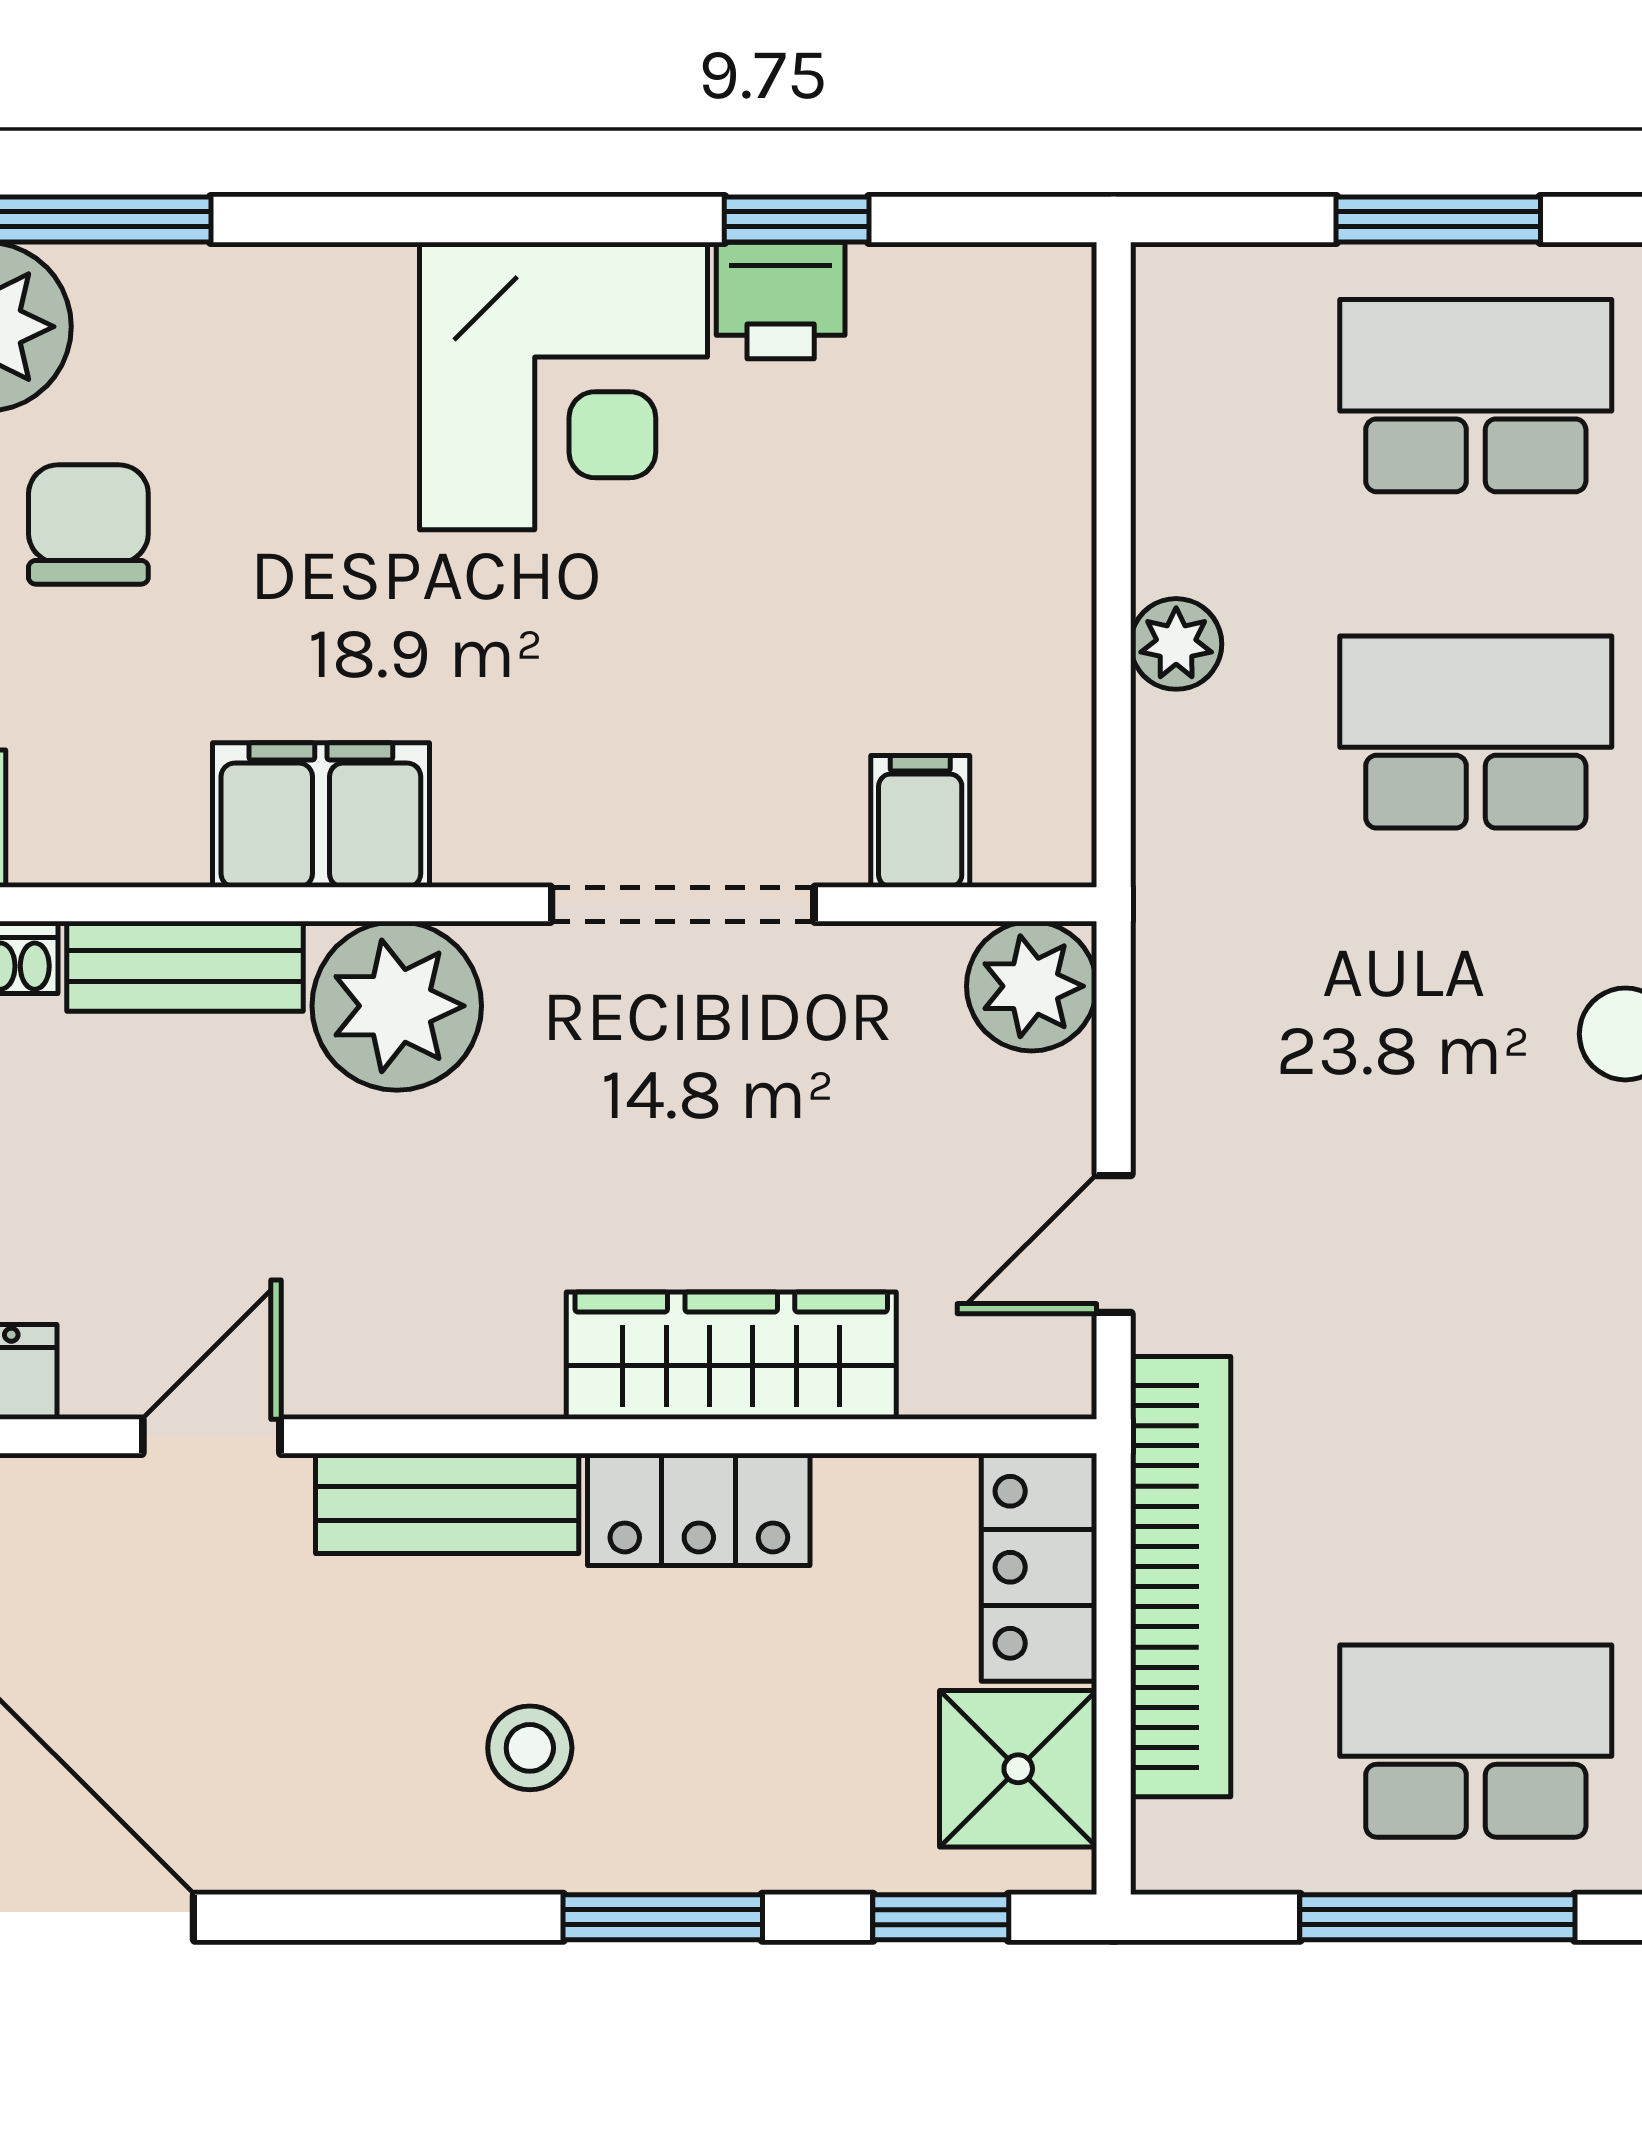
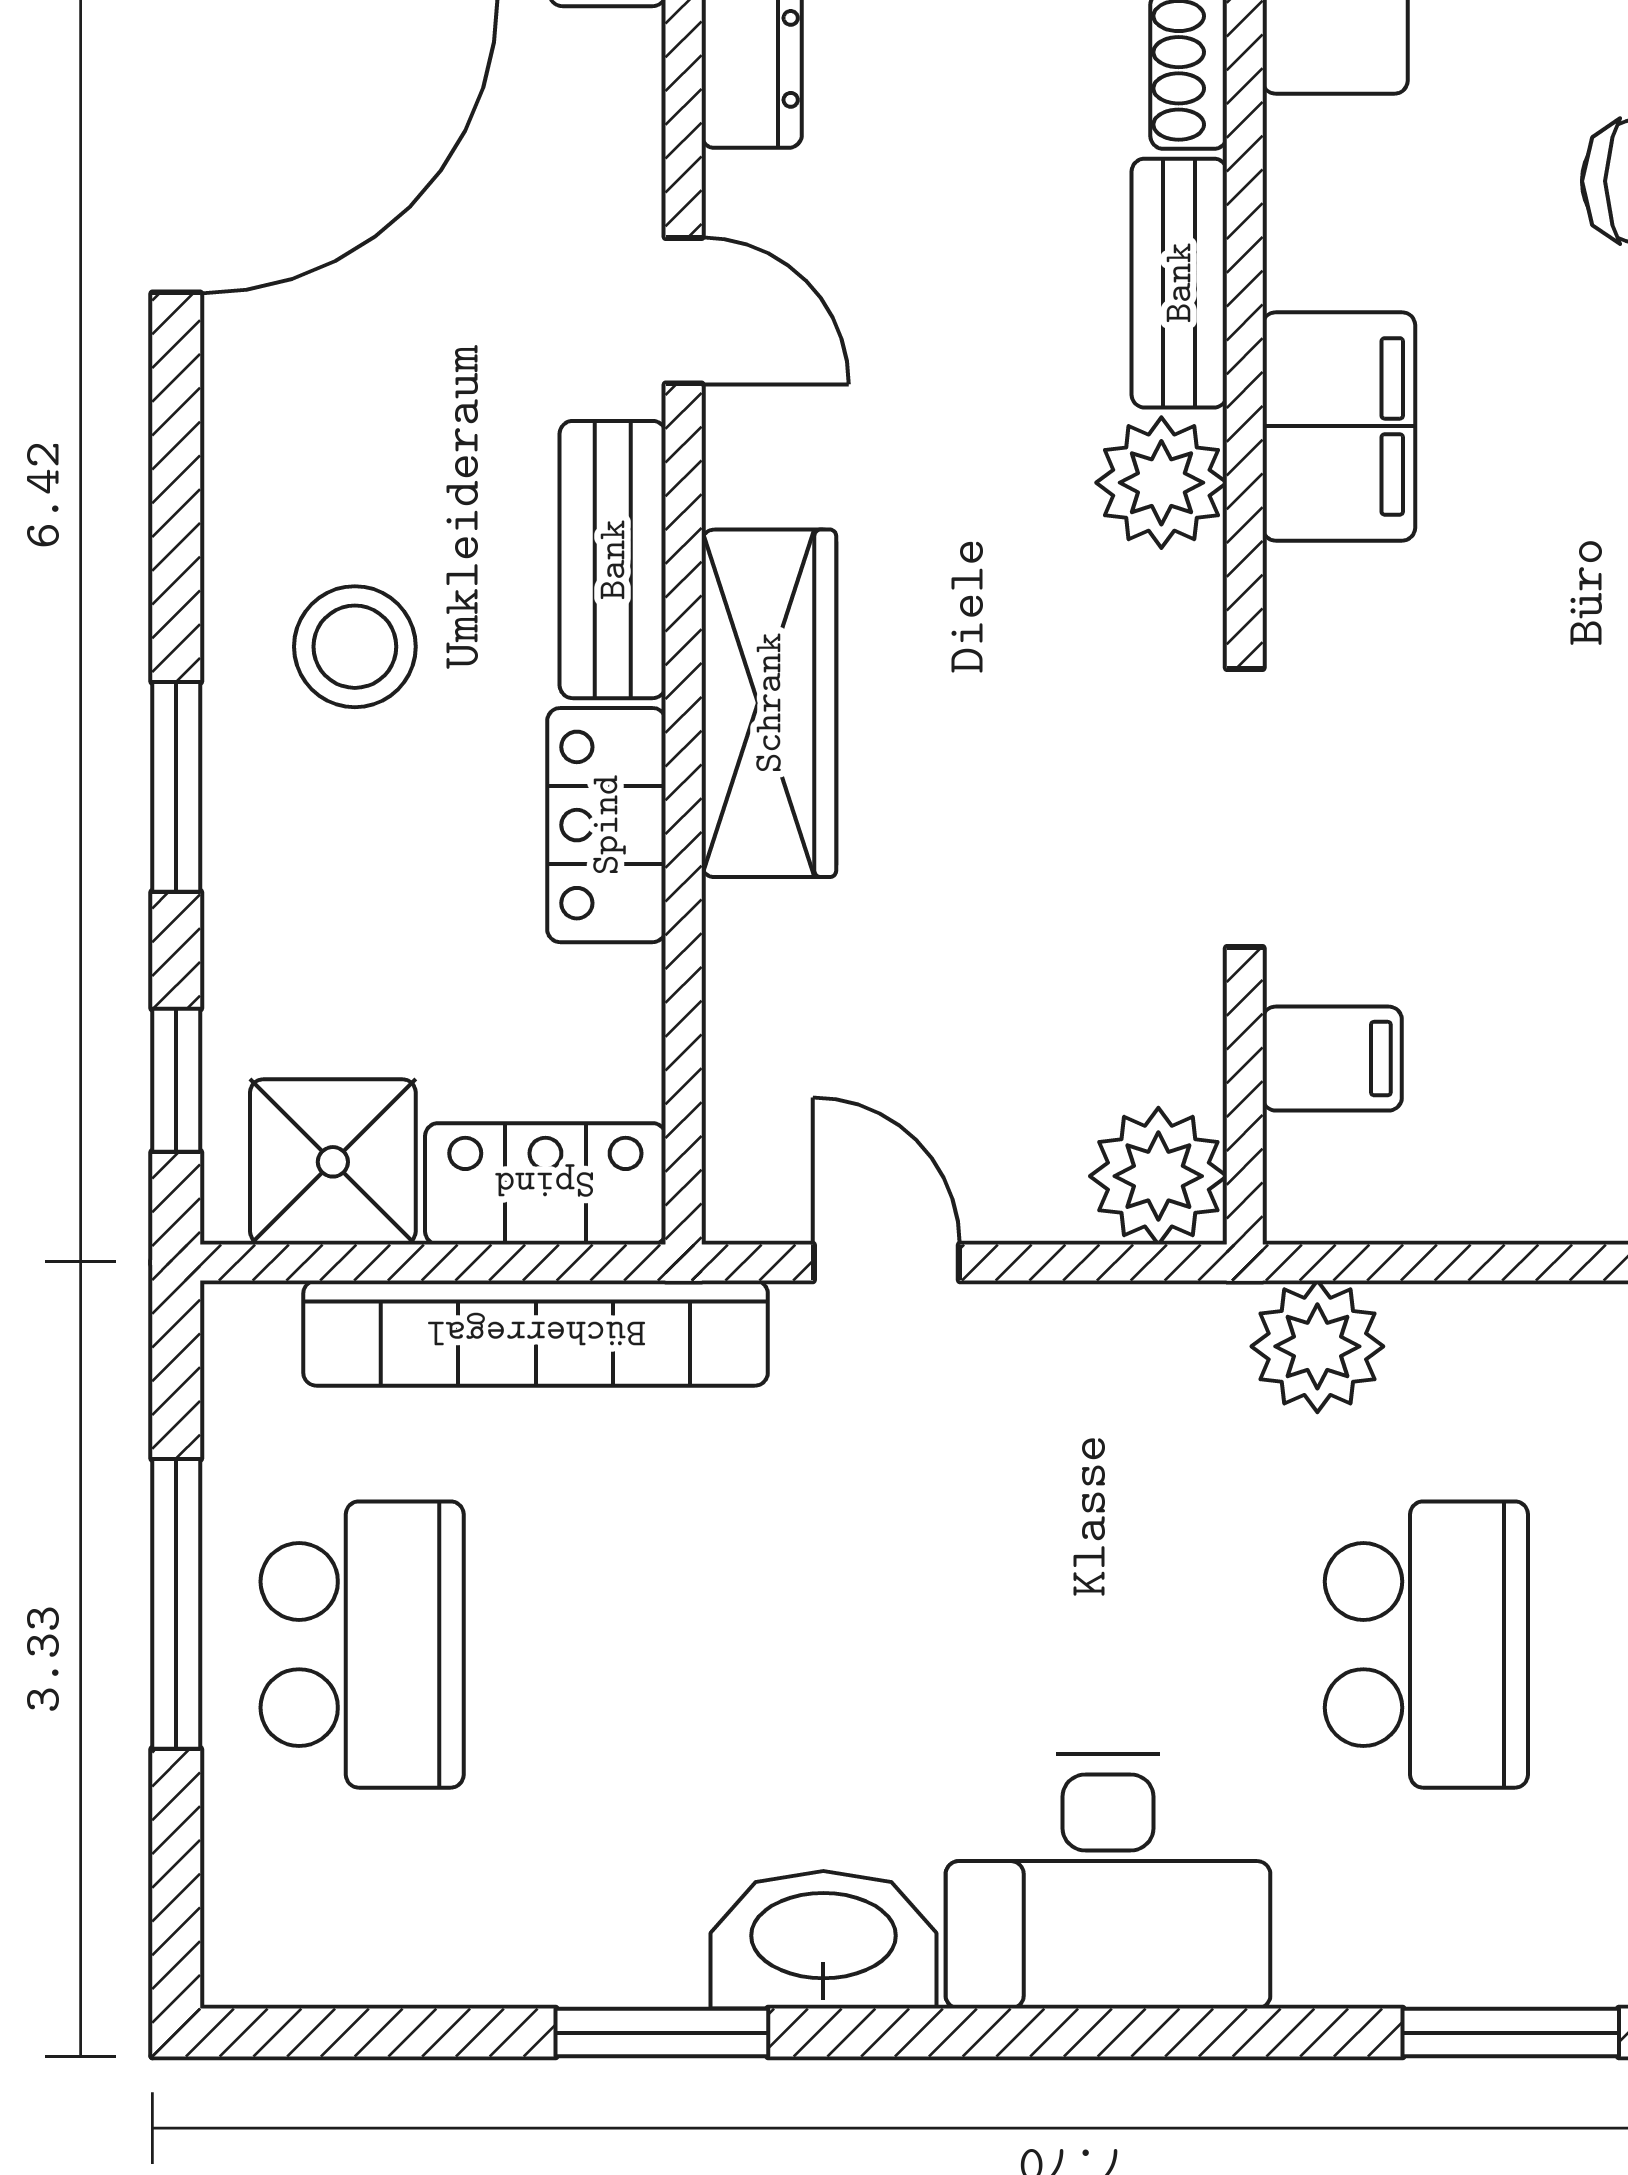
plant: (1176, 644) -> (1317, 1346), moved, width x1.38, depth x1.38
plant: (397, 1006) -> (1161, 483), width x0.73, depth x0.73
wardrobe: (731, 1356) -> (769, 703), moved
stool: (530, 1748) -> (355, 647), width x1.37, depth x1.37

